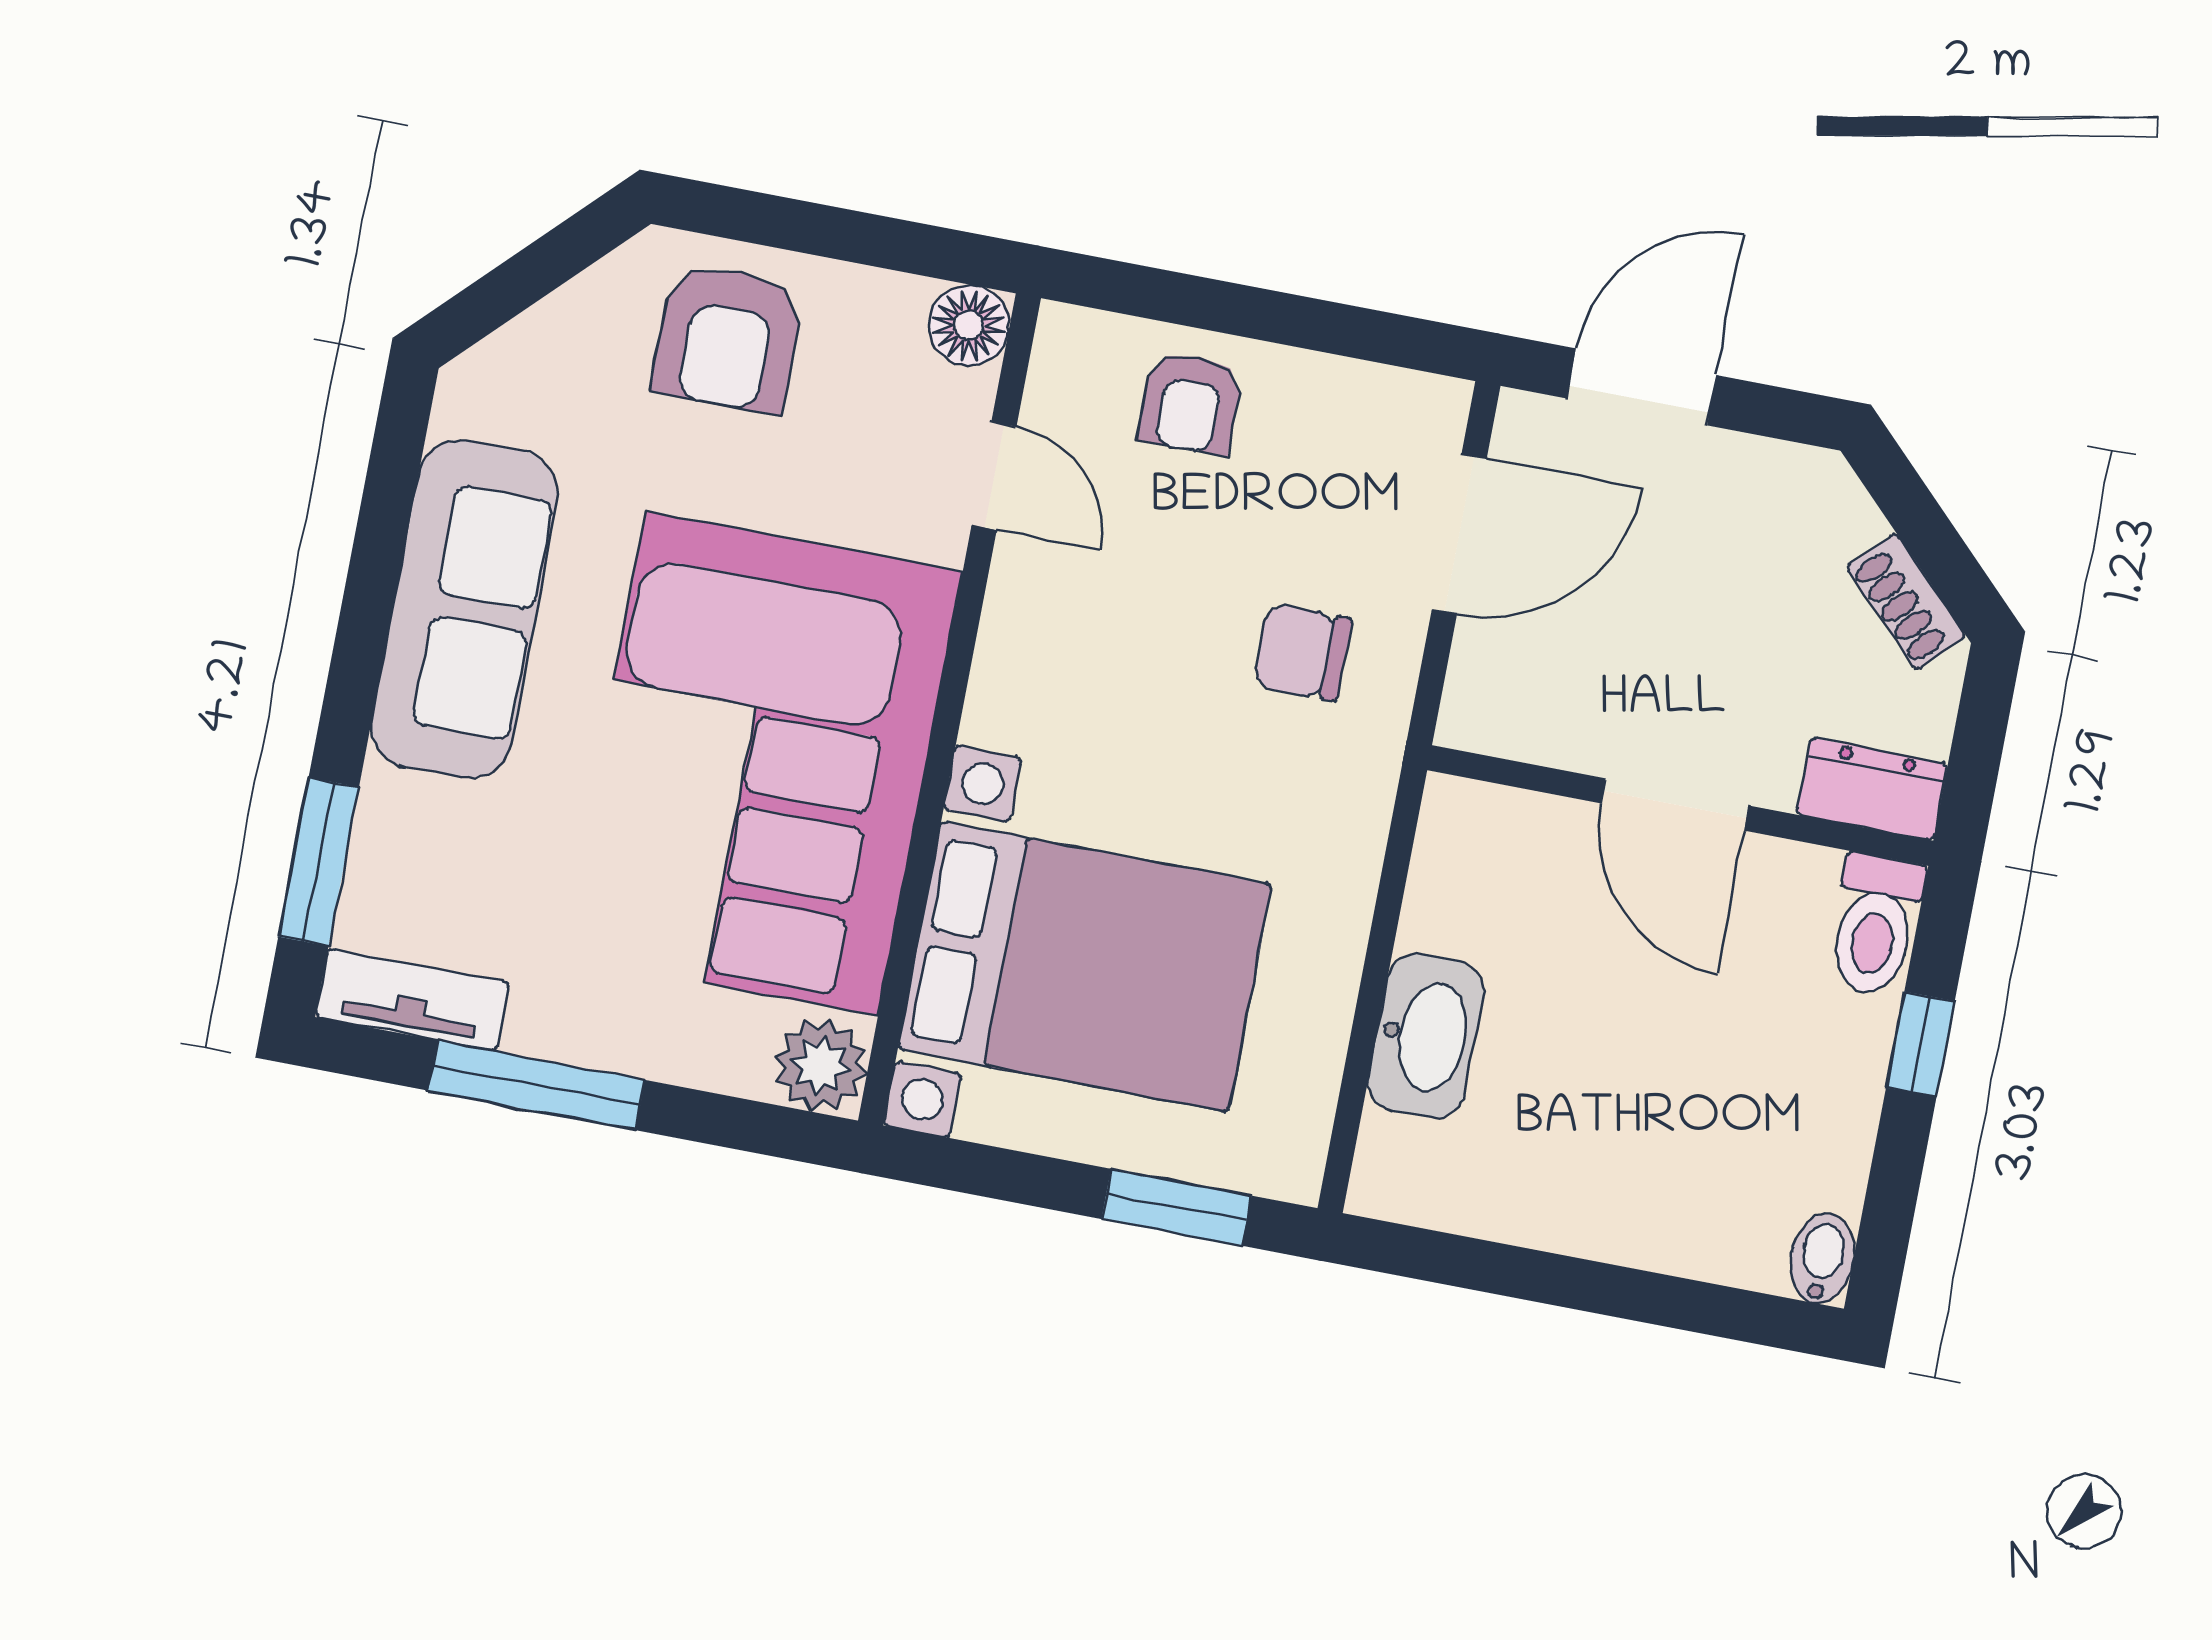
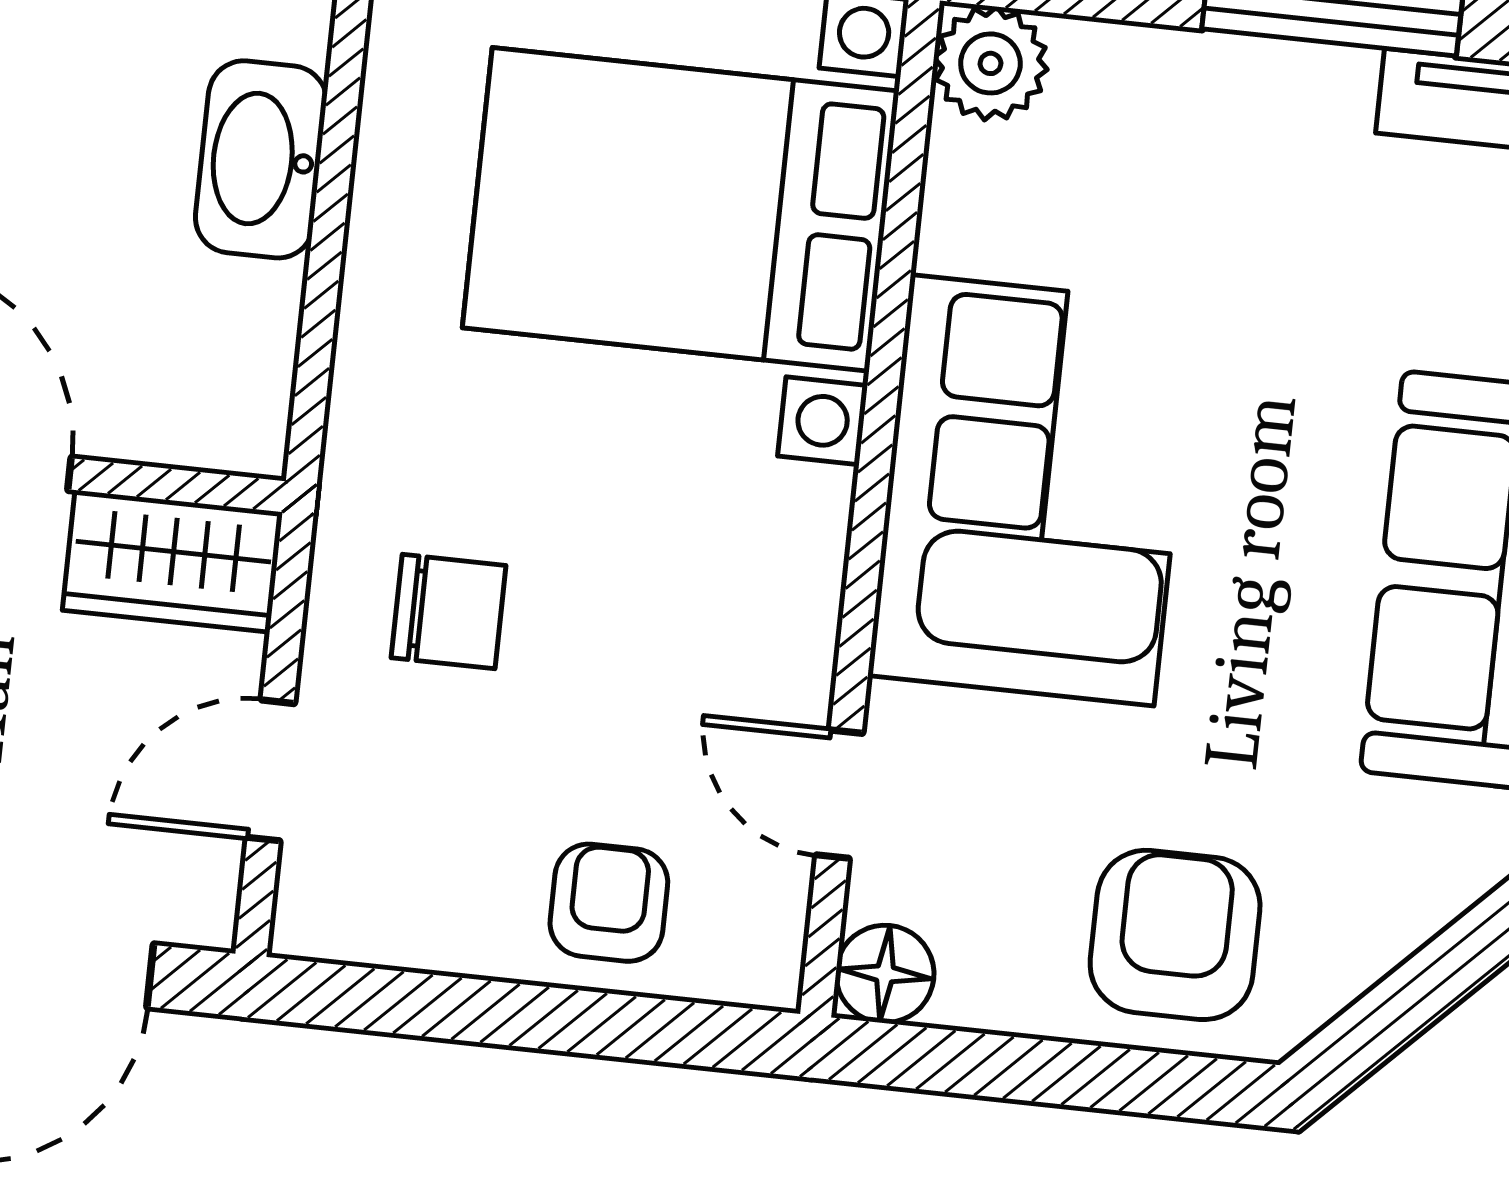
door: (1459, 534) -> (271, 770), width x0.73
wardrobe: (1526, 712) -> (172, 561), added
corner sofa: (762, 764) -> (1032, 490), width x0.73, depth x0.74

